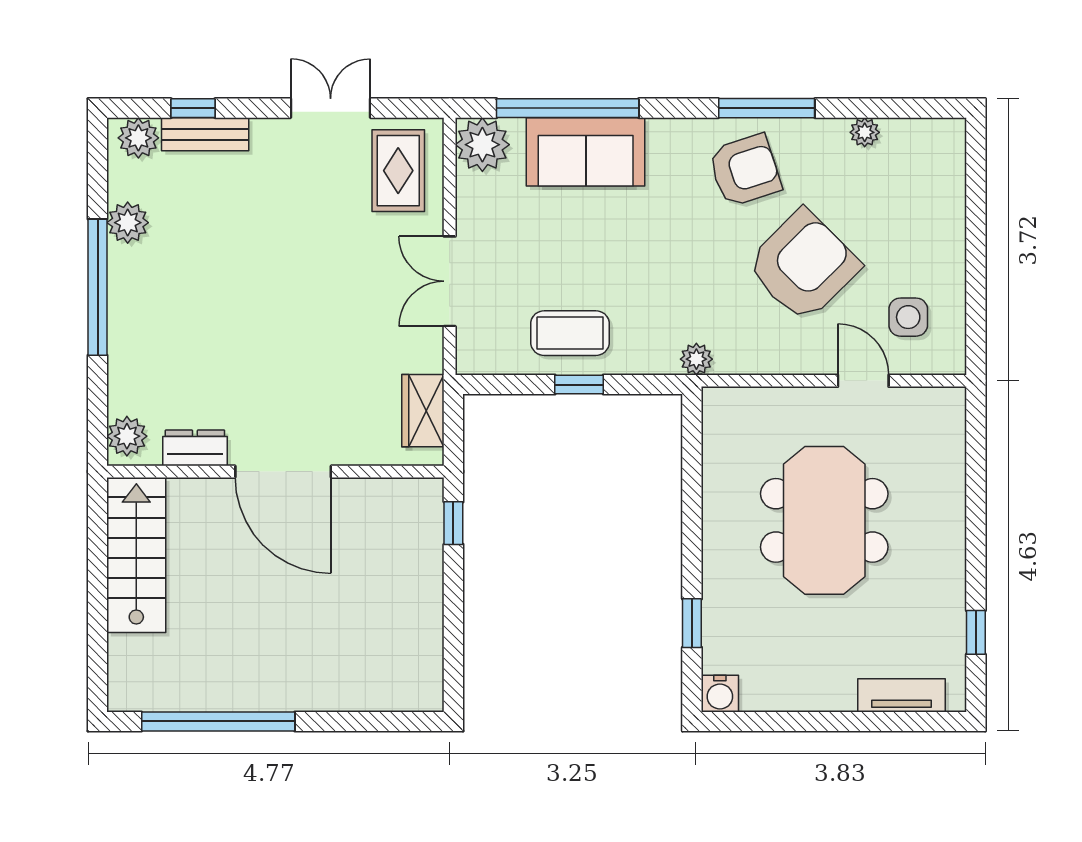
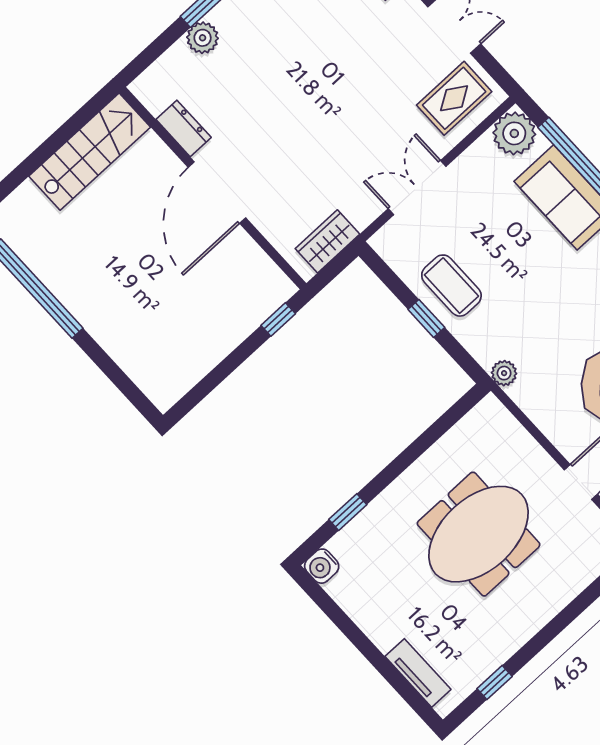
plant: (127, 436) -> (203, 38), moved

